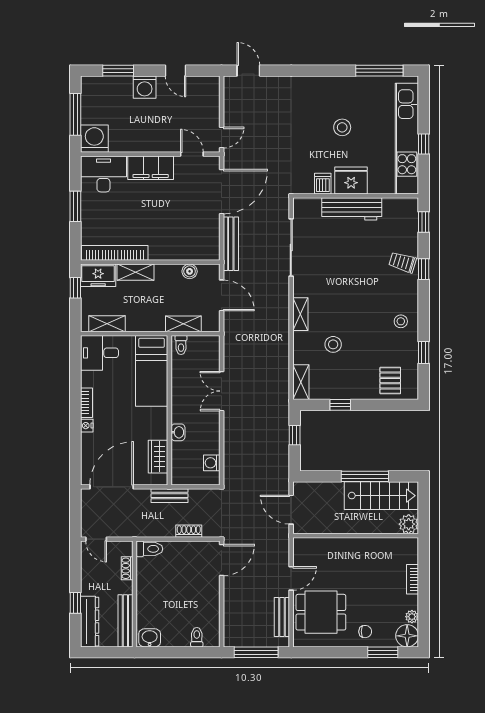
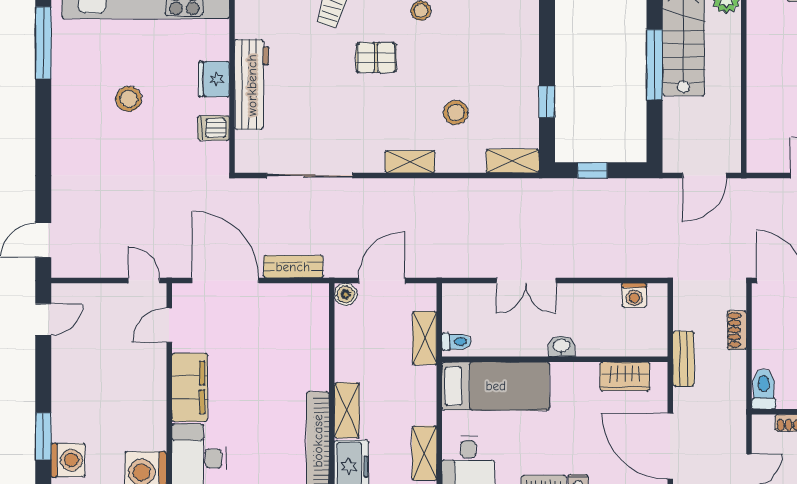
door: (176, 71) -> (43, 319), moved
washing machine: (145, 87) -> (68, 460), moved
fridge: (351, 181) -> (214, 79), width x0.73, depth x0.75
bench: (231, 244) -> (293, 267), width x0.73
boiler: (190, 271) -> (346, 294), moved
pallet: (390, 381) -> (376, 58), moved
washbasin: (178, 432) -> (561, 346), moved

